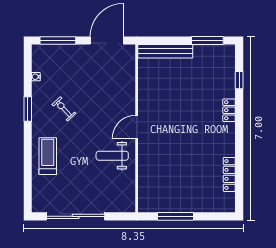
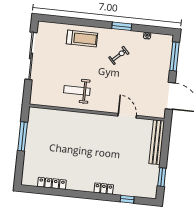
window: (207, 41) -> (162, 177), width x0.69
door: (137, 127) -> (127, 116), moved
weight bench: (112, 156) -> (77, 91), turned -90

